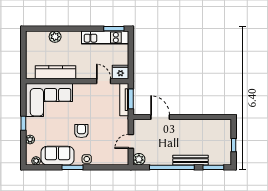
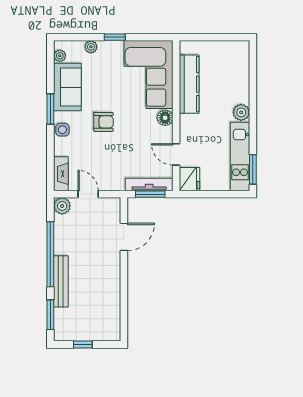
plant: (55, 37) -> (241, 112), moved
door: (104, 81) -> (176, 154), swing flipped
floor lamp: (79, 89) -> (165, 118), added
fireplace: (117, 160) -> (61, 174), added

